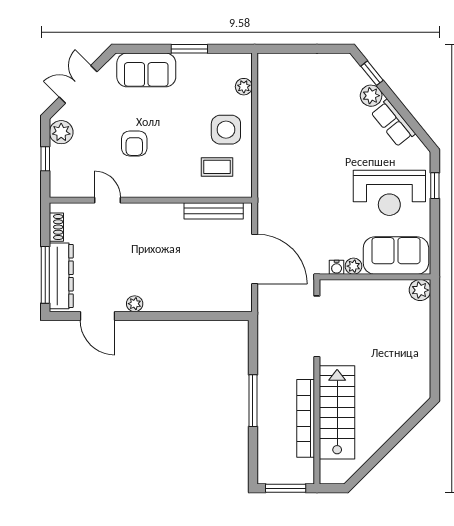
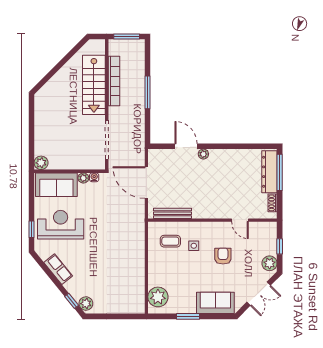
plant: (244, 87) -> (158, 297), width x1.87, depth x1.87
plant: (371, 96) -> (86, 303), moved
side table: (226, 130) -> (194, 246), moved, width x0.54, depth x0.54
plant: (135, 304) -> (203, 154), moved
door: (97, 316) -> (186, 146), moved

